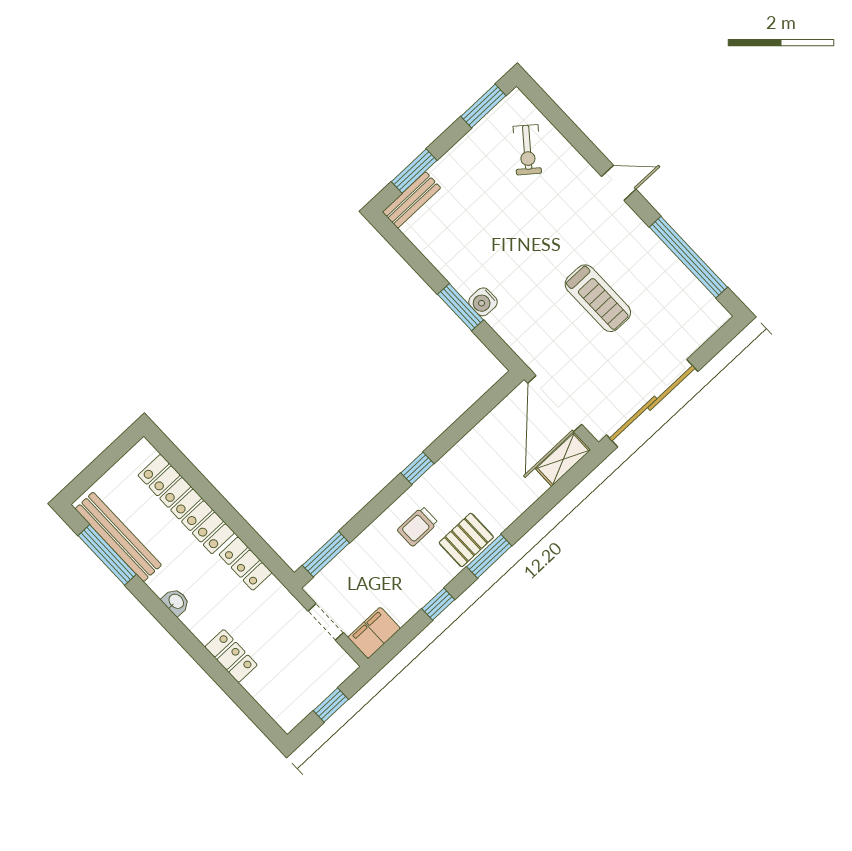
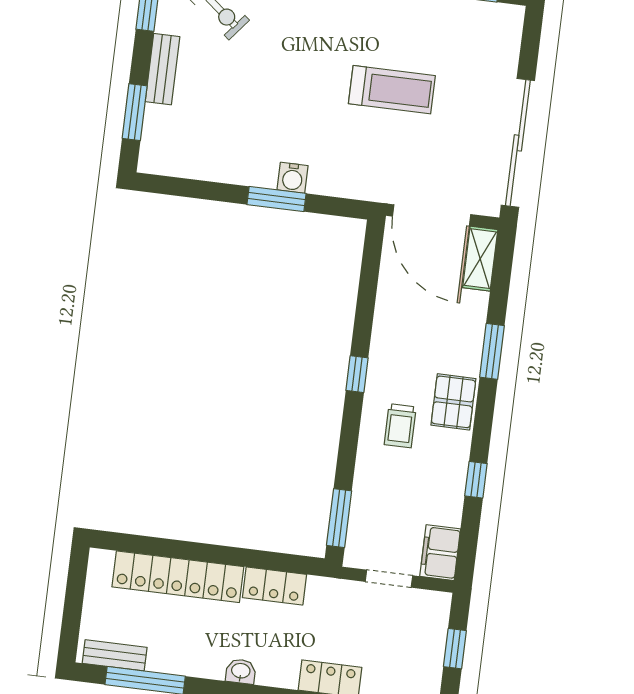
bench: (412, 200) -> (162, 69), moved
bench: (118, 537) -> (115, 655), width x0.54, depth x0.82
window: (489, 556) -> (492, 351), moved

